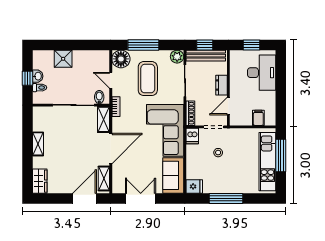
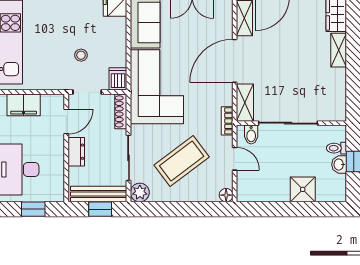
window: (143, 45) -> (188, 209), removed
floor lamp: (121, 59) -> (226, 195), width x0.53, depth x0.53
coffee table: (148, 79) -> (182, 161), turned 53
filing cabinet: (258, 118) -> (24, 105), width x2.00
shelving: (38, 144) -> (339, 50), moved

